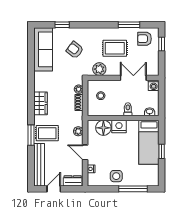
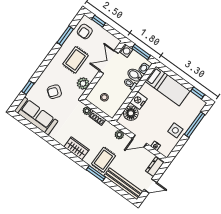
window: (162, 99) -> (141, 52), added
bidet: (138, 108) -> (135, 75), added
window: (162, 151) -> (198, 93), moved
door: (54, 189) -> (150, 186), swing flipped

